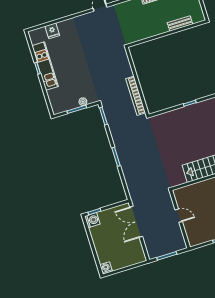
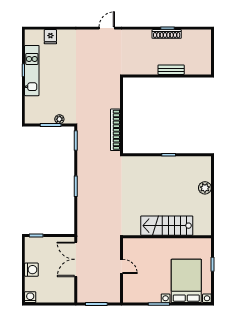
bench: (180, 23) -> (171, 70), moved
washing machine: (92, 220) -> (31, 270), moved

